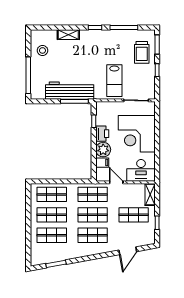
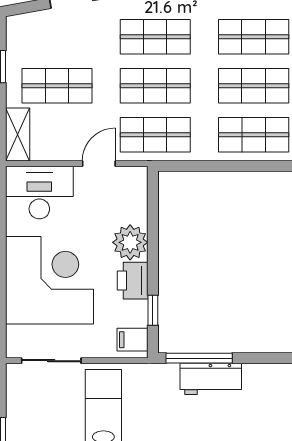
workbench: (70, 91) -> (211, 379), width x0.53, depth x0.76
filing cabinet: (102, 163) -> (132, 340), moved
door: (116, 182) -> (99, 164), swing flipped

